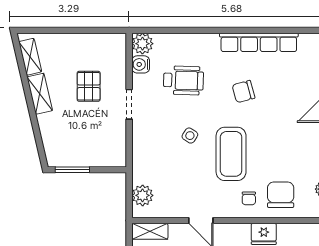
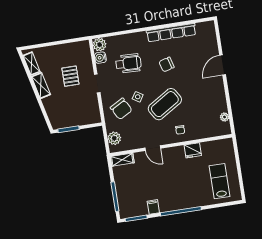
coffee table: (231, 154) -> (165, 104), turned 58
chair: (281, 195) -> (121, 109), moved, turned 151

